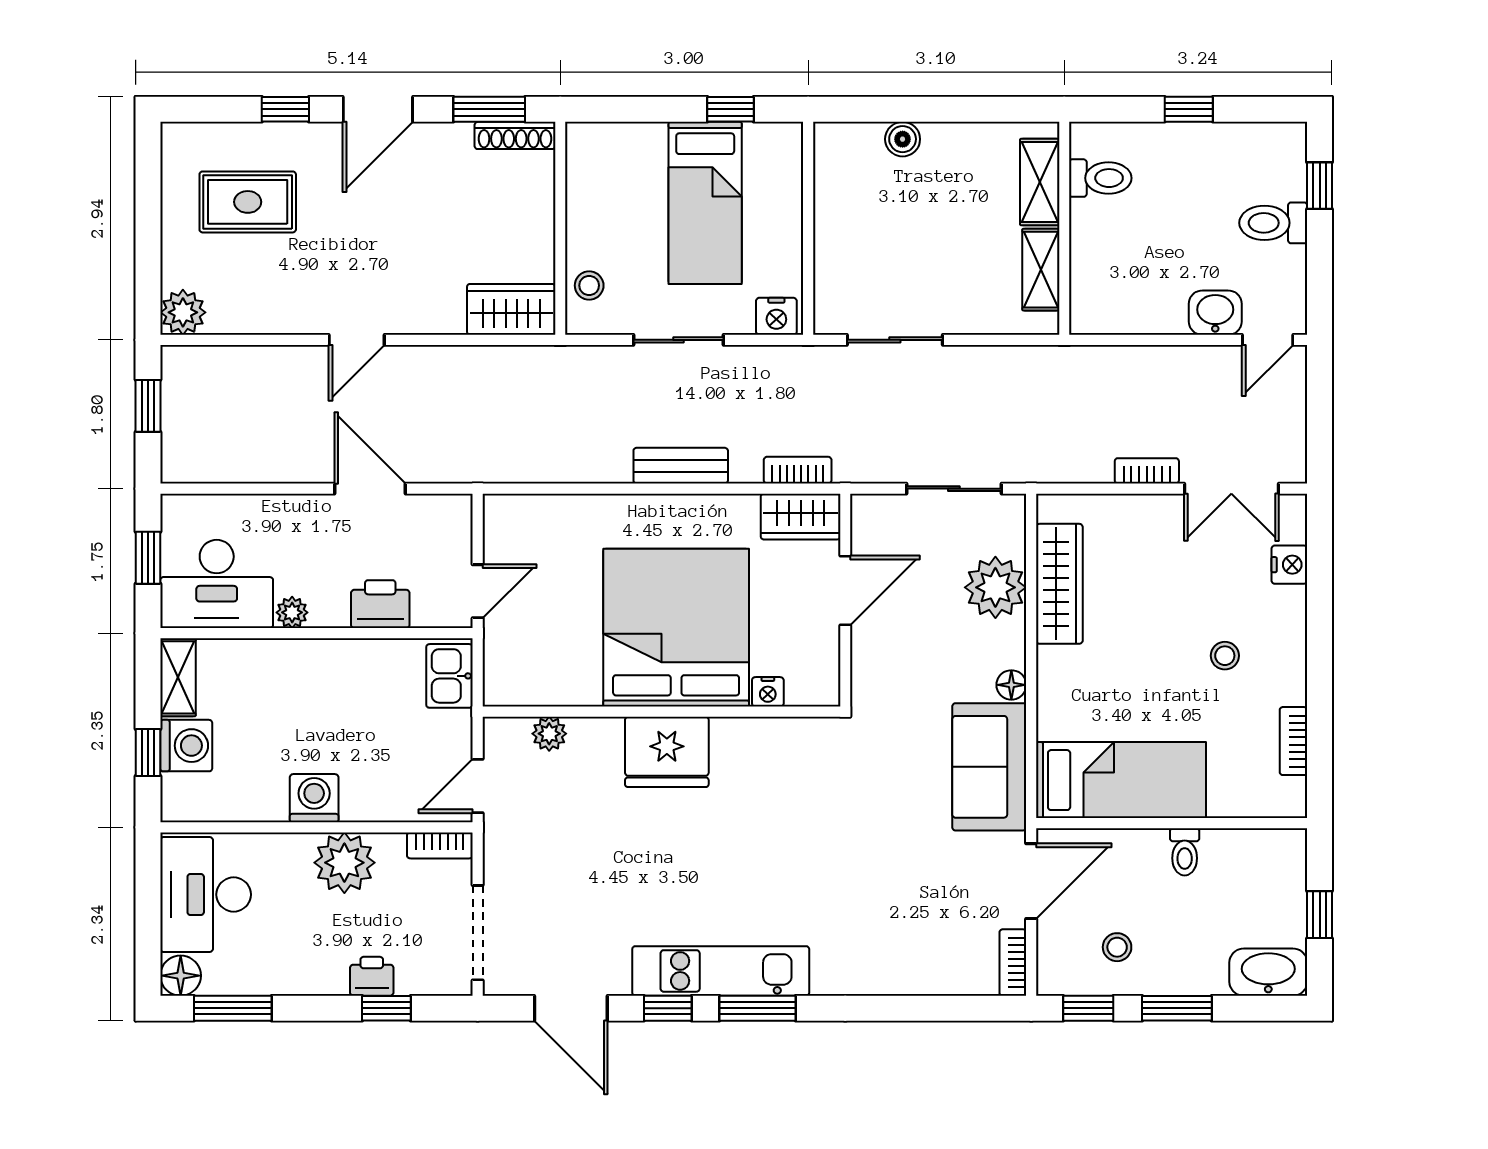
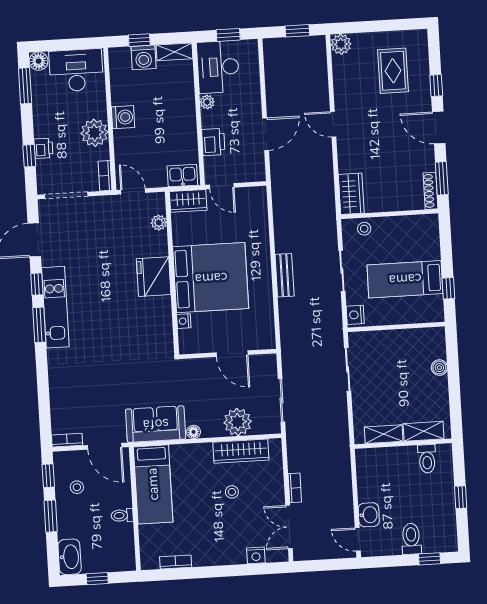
bookcase: (798, 470) -> (286, 329), removed
wardrobe: (801, 517) -> (188, 201), moved, turned -90
stool: (1225, 656) -> (232, 492), moved

